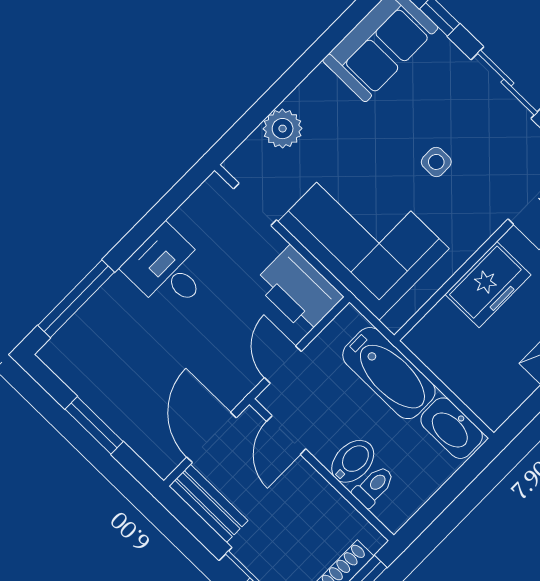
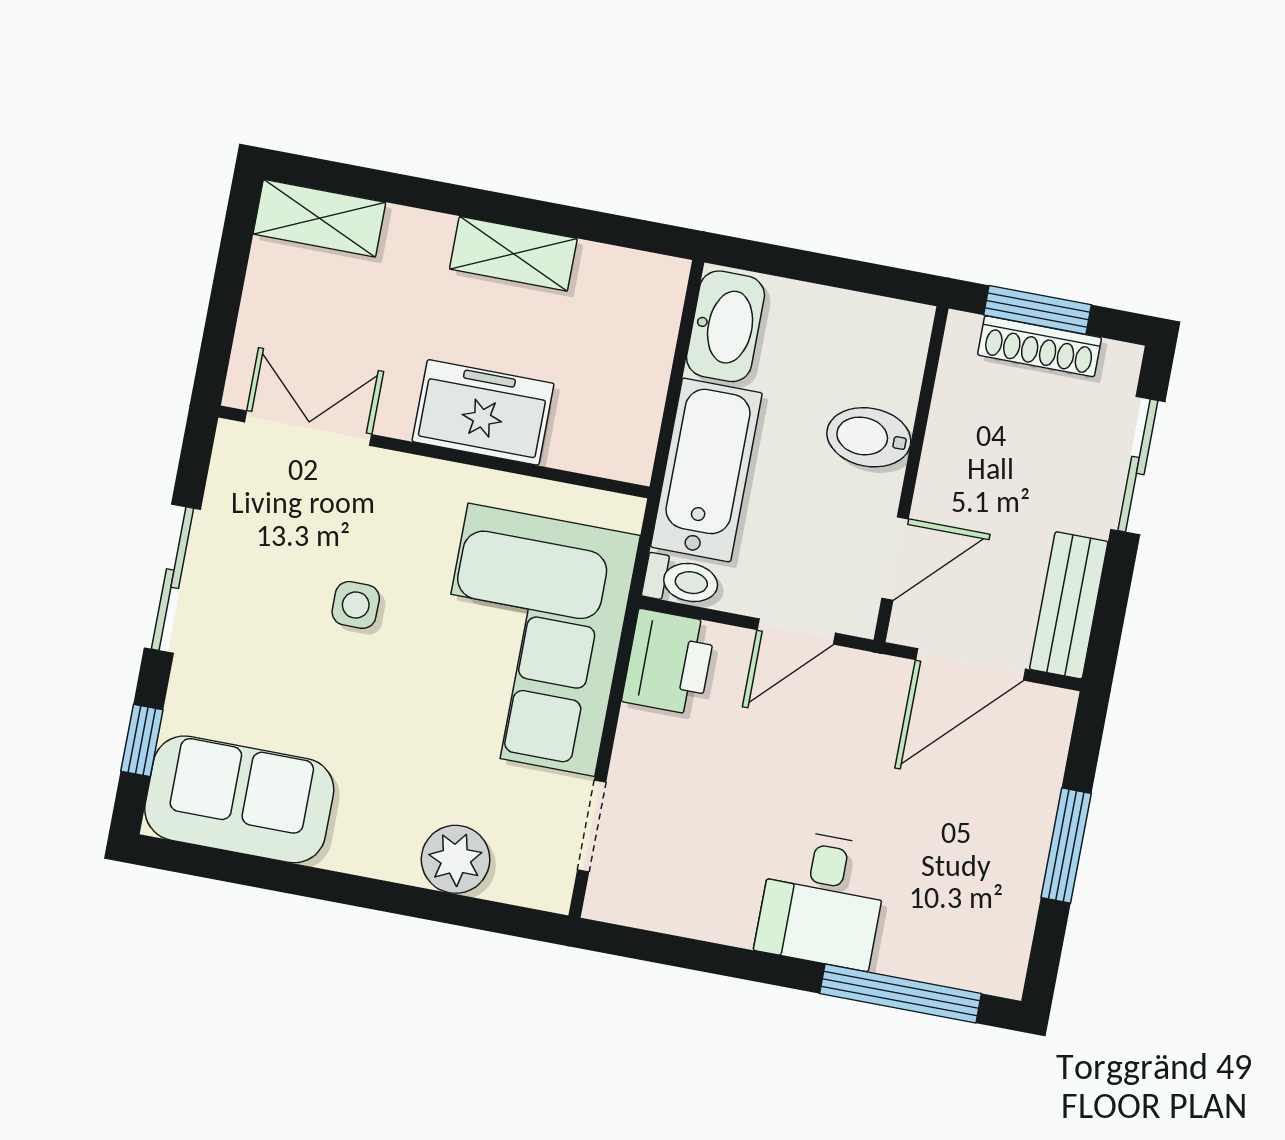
desk: (168, 270) -> (822, 899), moved
printer: (298, 290) -> (669, 662), width x0.73, depth x0.84
toilet: (374, 486) -> (681, 581), moved, turned 180

